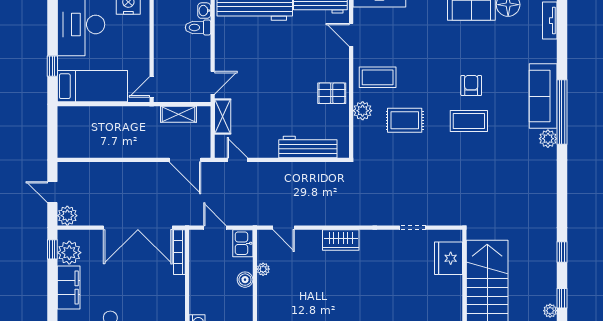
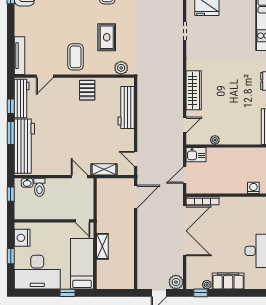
plant: (363, 111) -> (121, 68), moved
shelving: (179, 114) -> (102, 246), moved
door: (237, 160) -> (136, 159), hinge flipped
wardrobe: (341, 240) -> (194, 90), width x1.50
plant: (69, 253) -> (207, 285), width x0.53, depth x0.53
boiler: (245, 280) -> (222, 153), removed

